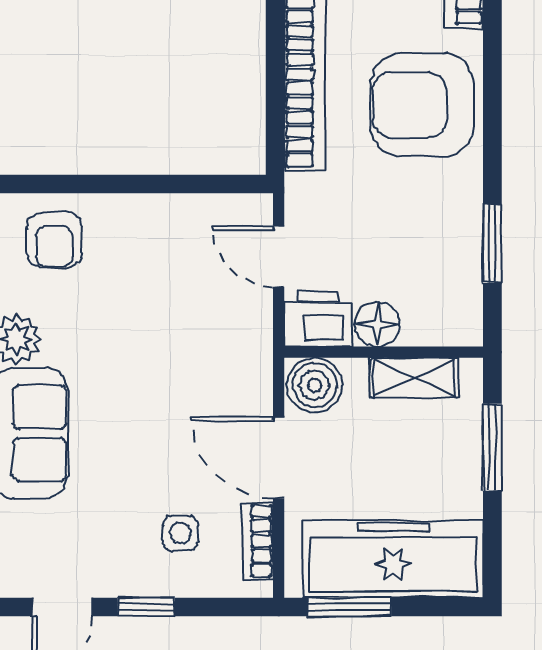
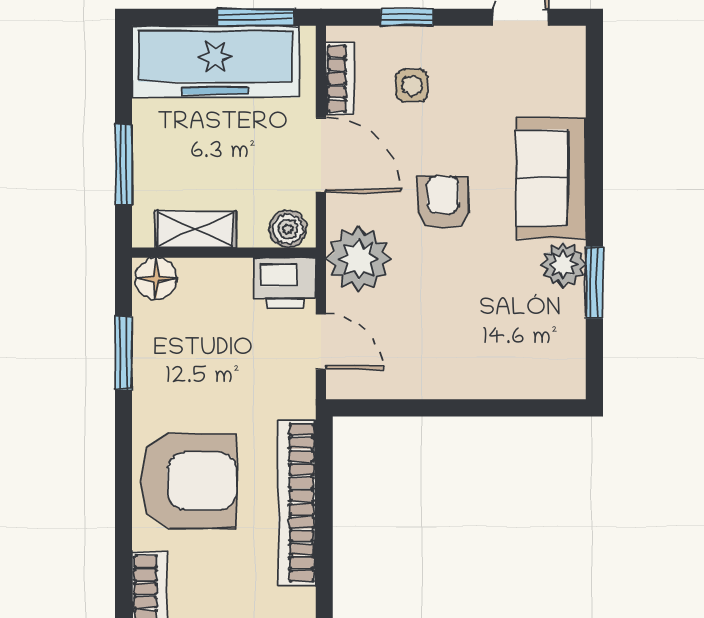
armchair: (54, 240) -> (443, 202), moved
floor lamp: (377, 324) -> (156, 279), moved
plant: (238, 345) -> (358, 259), added
boiler: (315, 385) -> (288, 229), width x0.73, depth x0.73
window: (146, 607) -> (407, 17), moved

